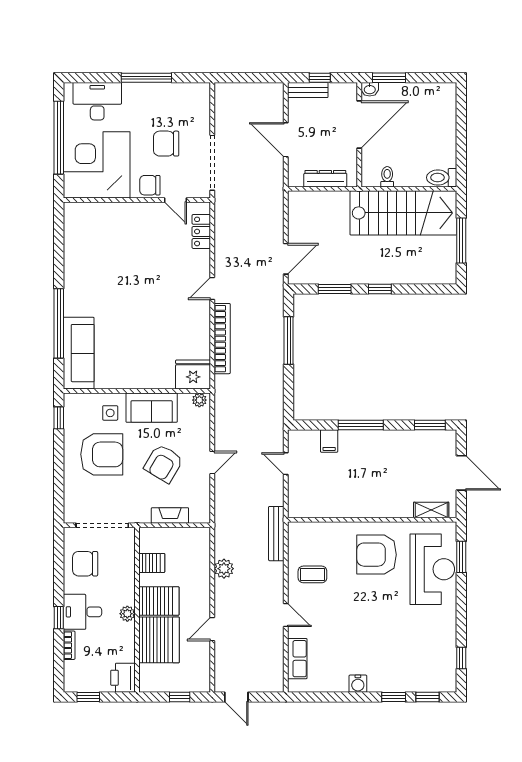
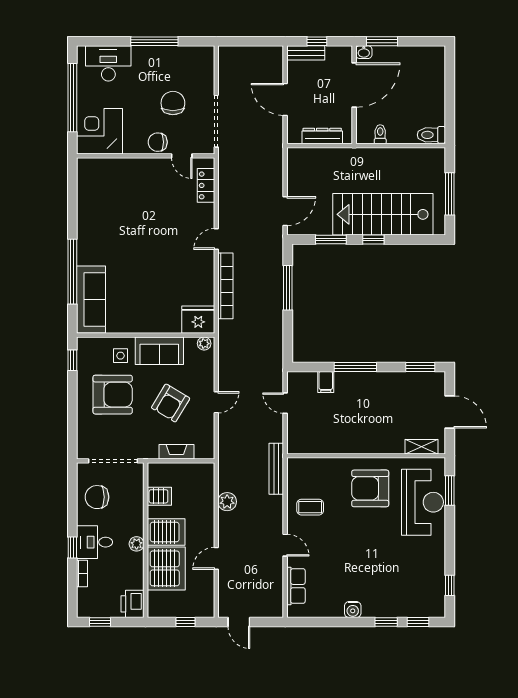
chair: (166, 144) -> (173, 103), turned 90
corner desk: (97, 165) -> (100, 131), width x0.74, depth x0.74
stairs: (403, 213) -> (383, 214), moved, turned 180

